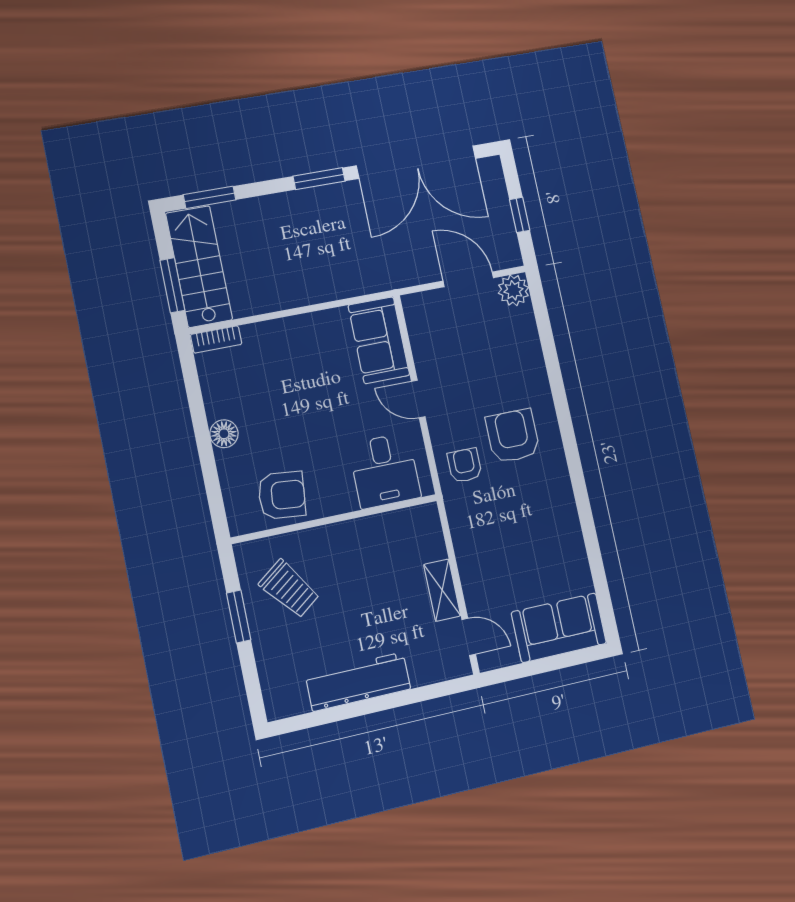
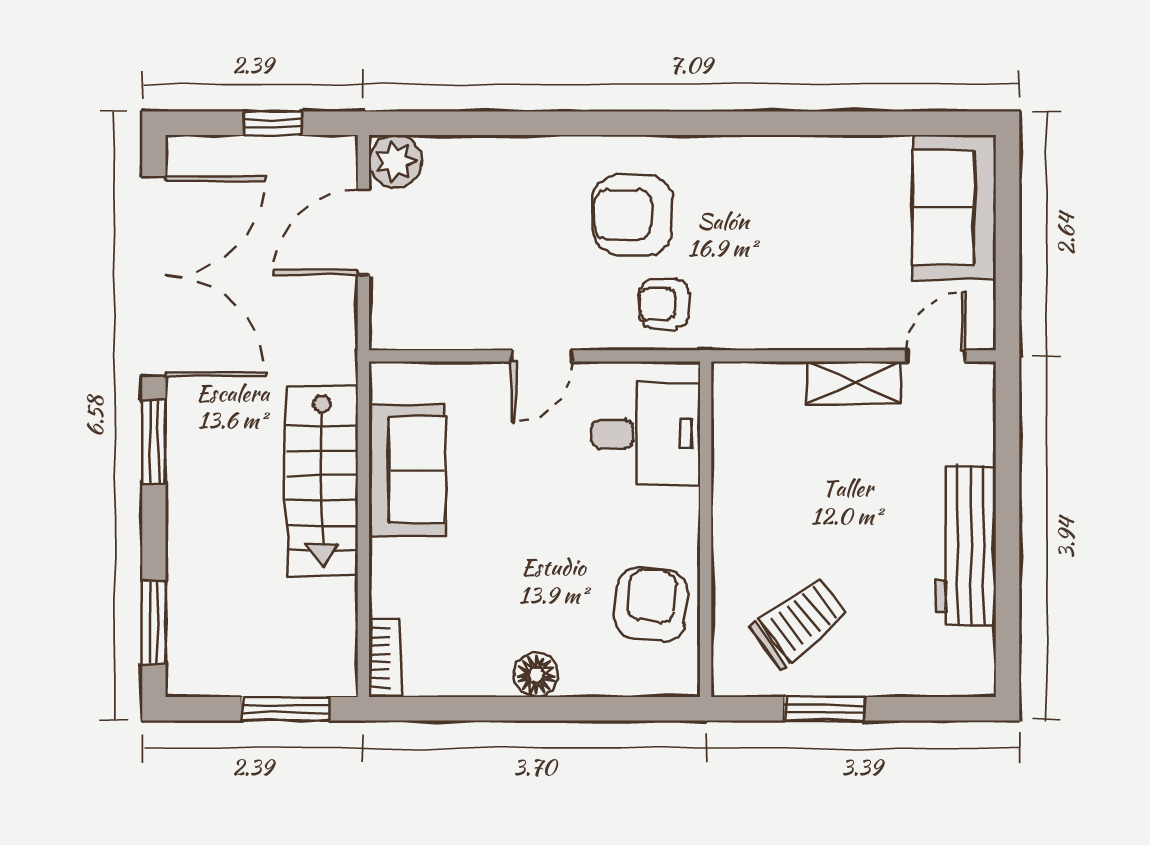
stairs: (199, 266) -> (322, 480), moved, turned -90
sofa: (379, 340) -> (407, 470), moved, turned -90

